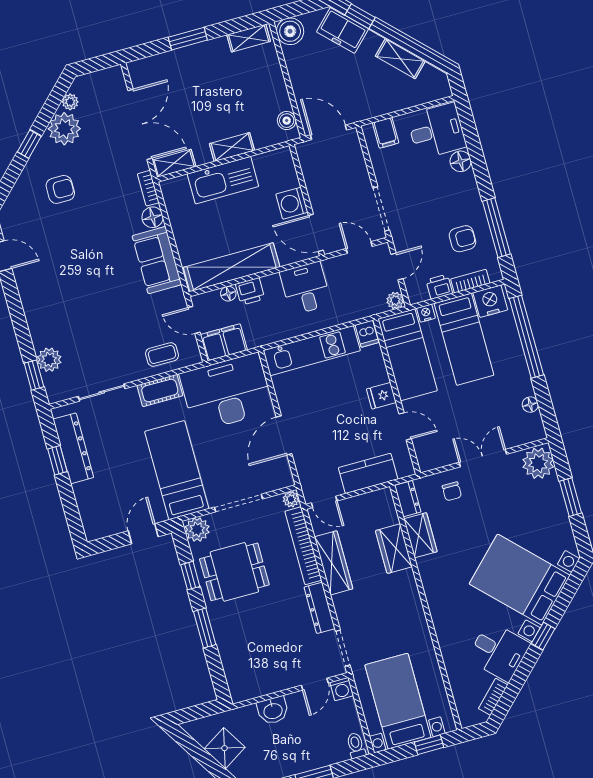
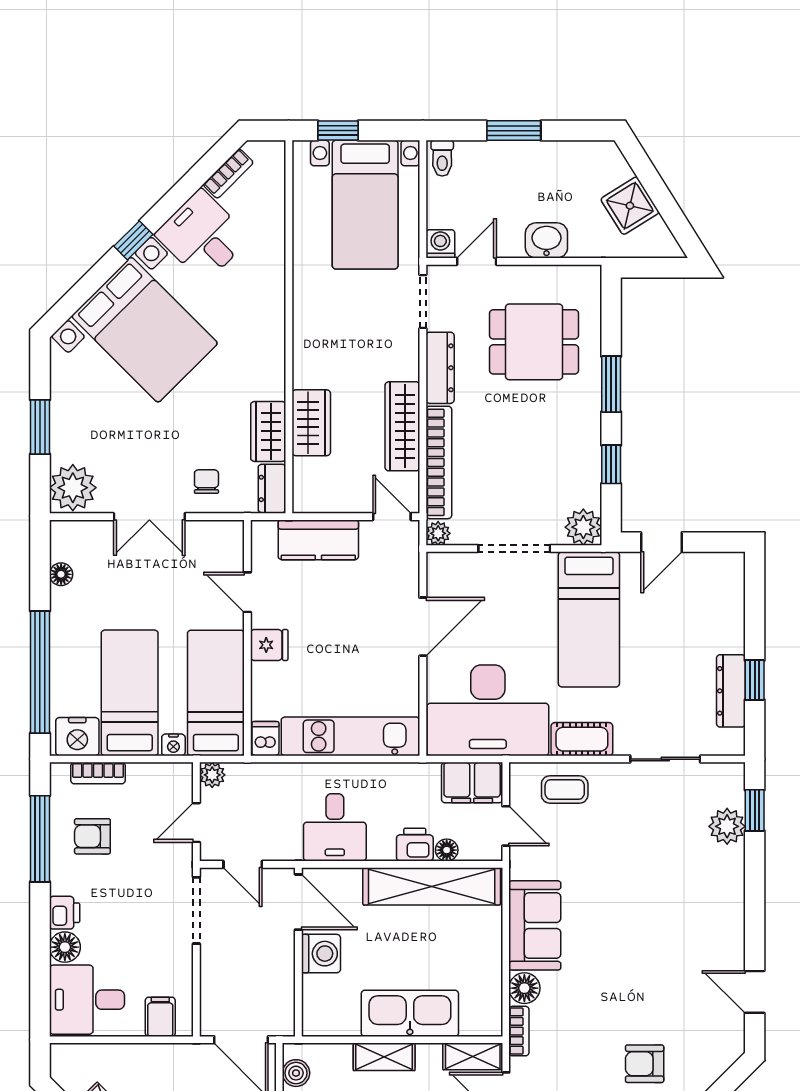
printer: (439, 287) -> (65, 913), moved, turned -90
dresser: (73, 448) -> (731, 691), width x0.73, depth x0.80
dining table: (234, 572) -> (534, 342), moved

